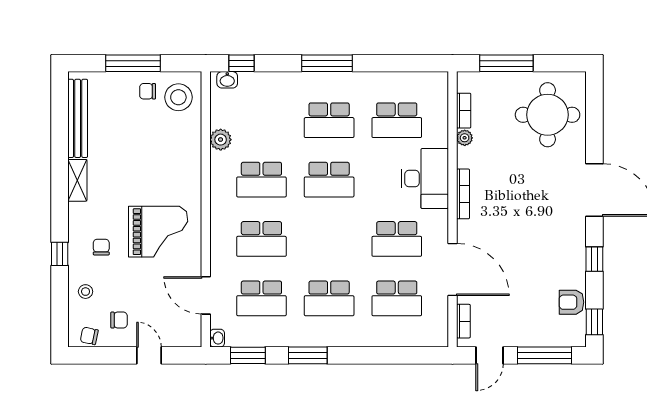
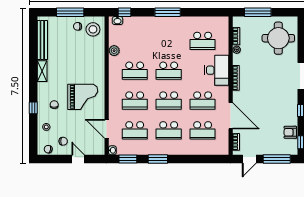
school desk: (329, 120) -> (169, 101), moved

